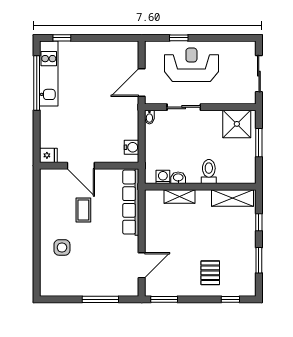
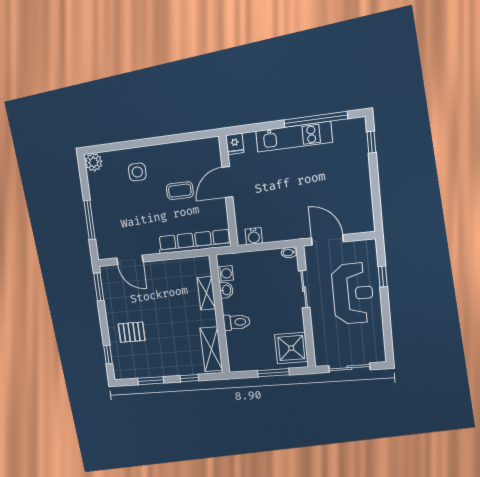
kitchen unit: (49, 74) -> (294, 137), moved
plant: (48, 288) -> (94, 162), added

